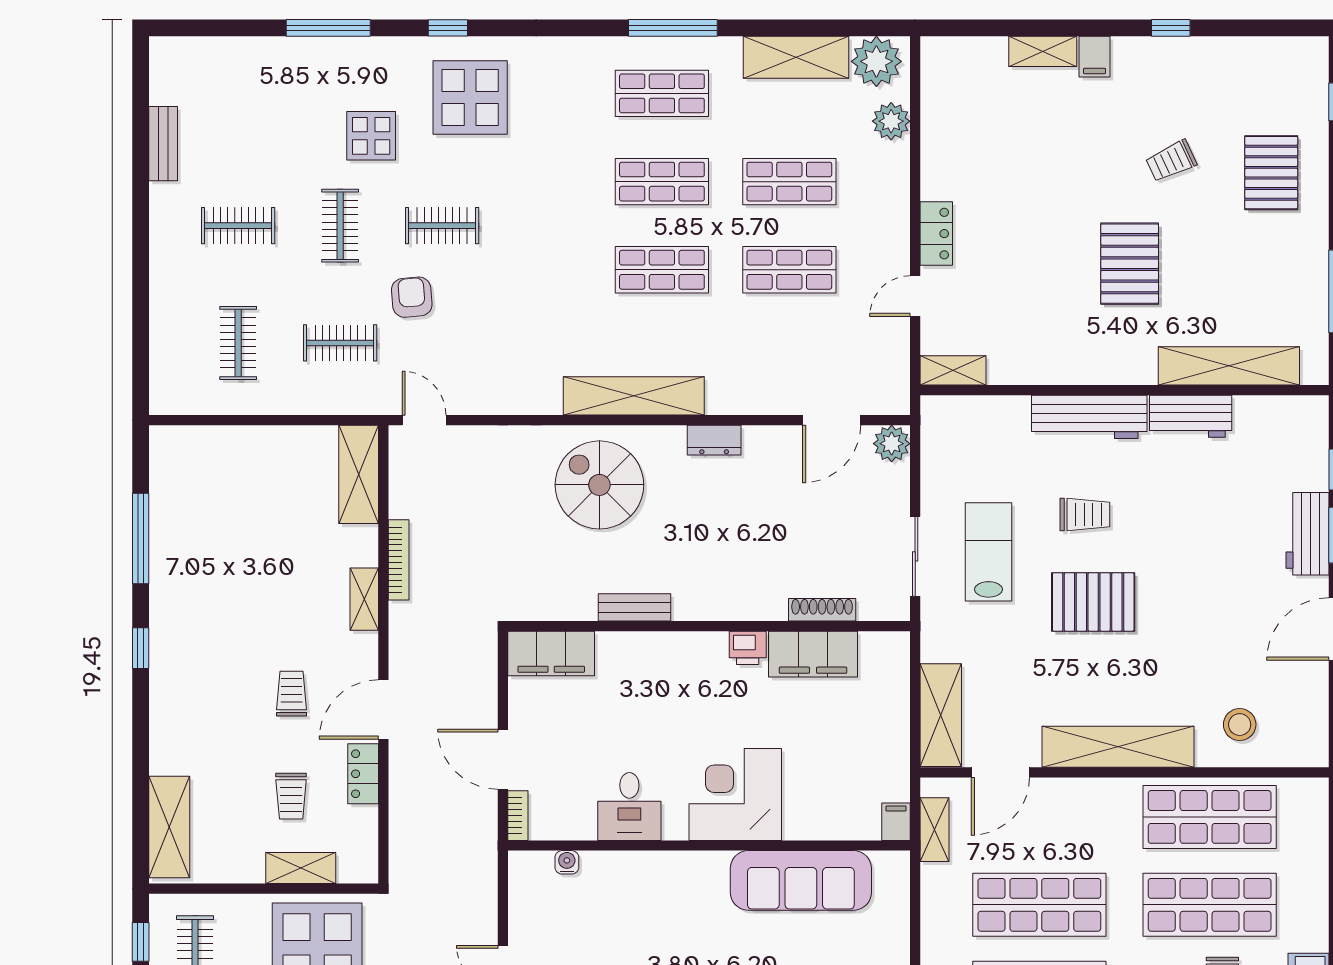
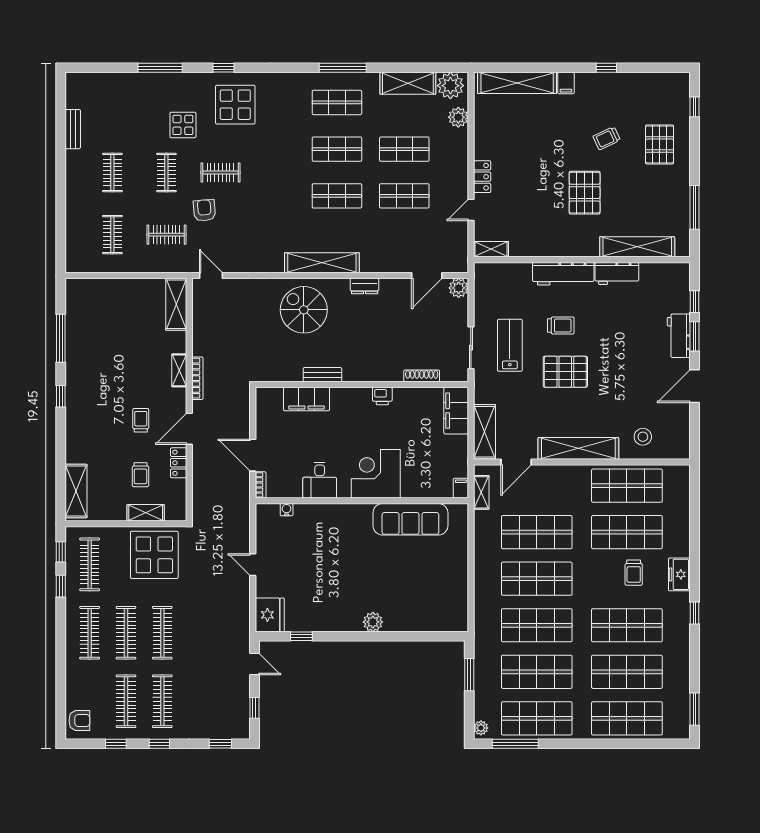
shelving: (1043, 51) -> (517, 83), width x2.20, depth x1.33
clothes rail: (238, 226) -> (112, 173), turned 90
bookcase: (399, 560) -> (197, 378), moved
filing cabinet: (551, 654) -> (307, 399), moved
filing cabinet: (813, 654) -> (456, 411), moved, turned 90

